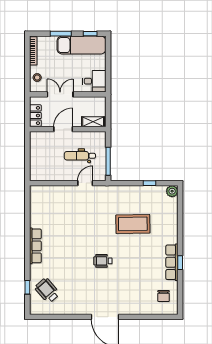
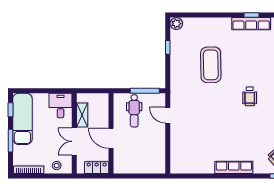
shelving: (93, 122) -> (82, 115), moved
dental chair: (80, 156) -> (134, 111), moved

